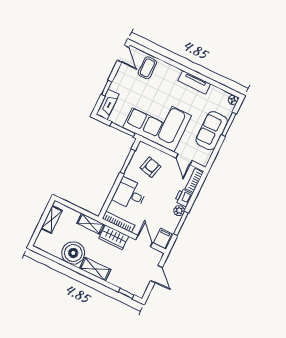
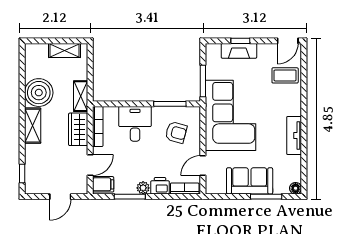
fireplace: (108, 104) -> (239, 51), moved

